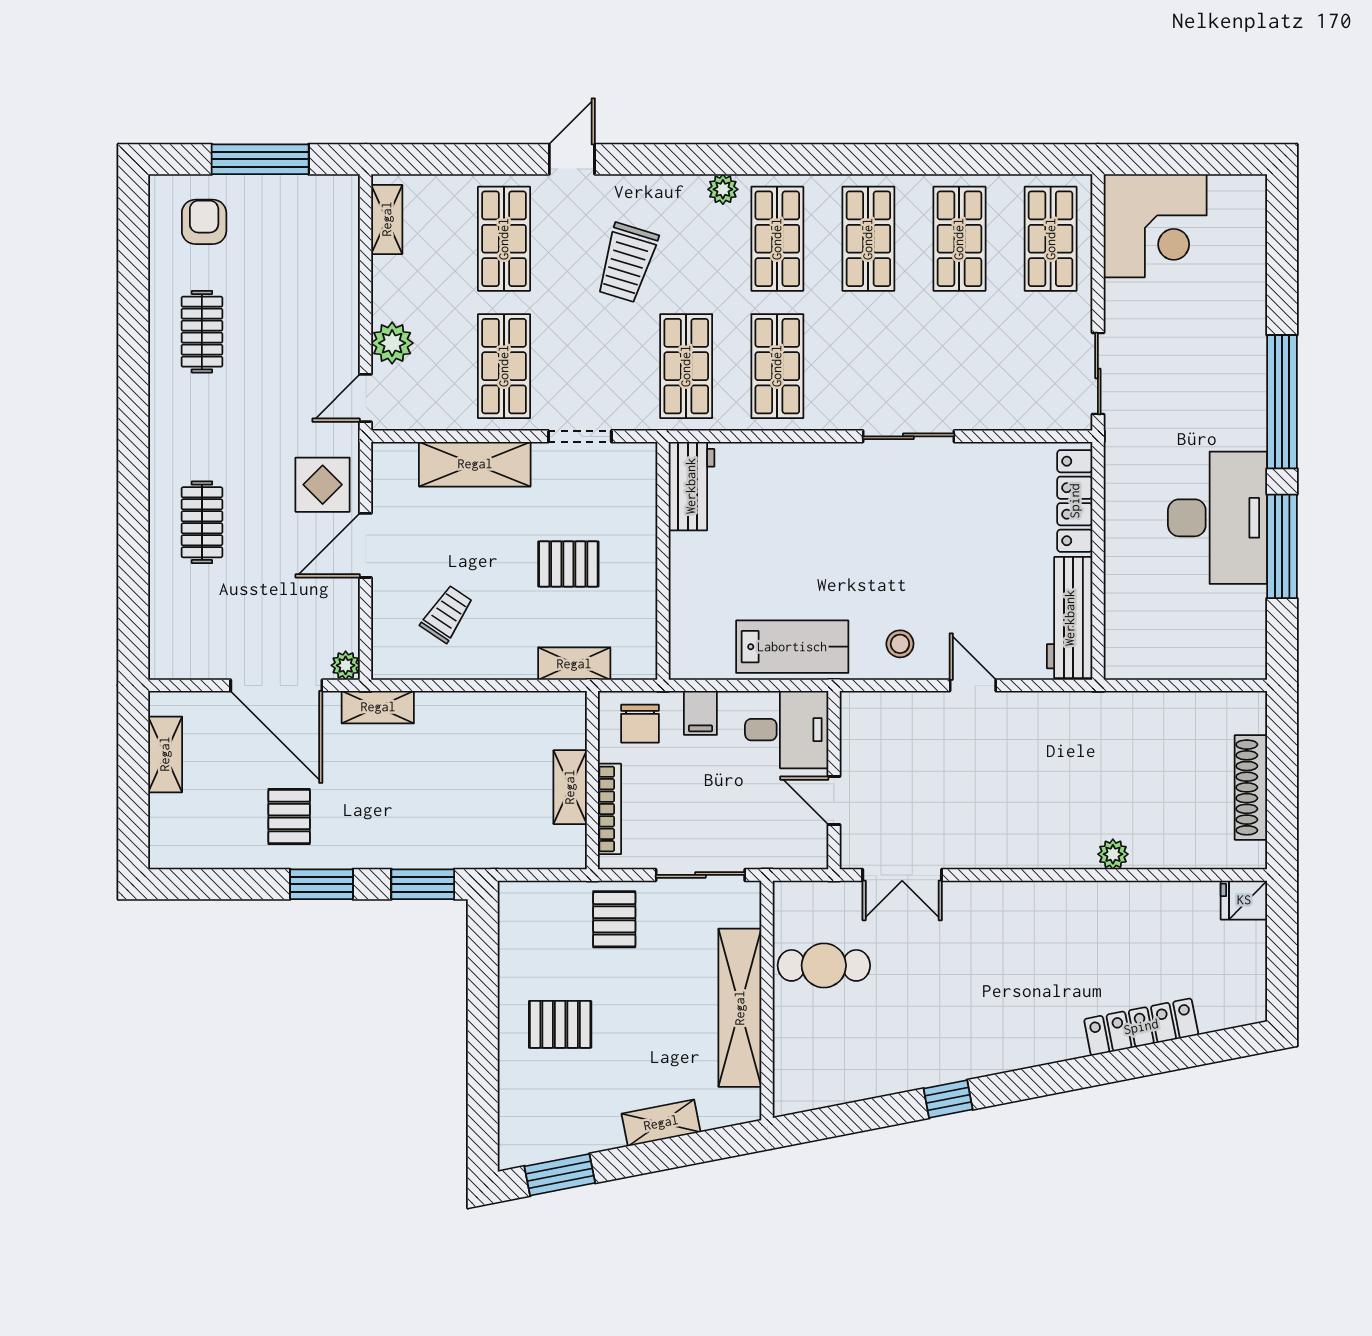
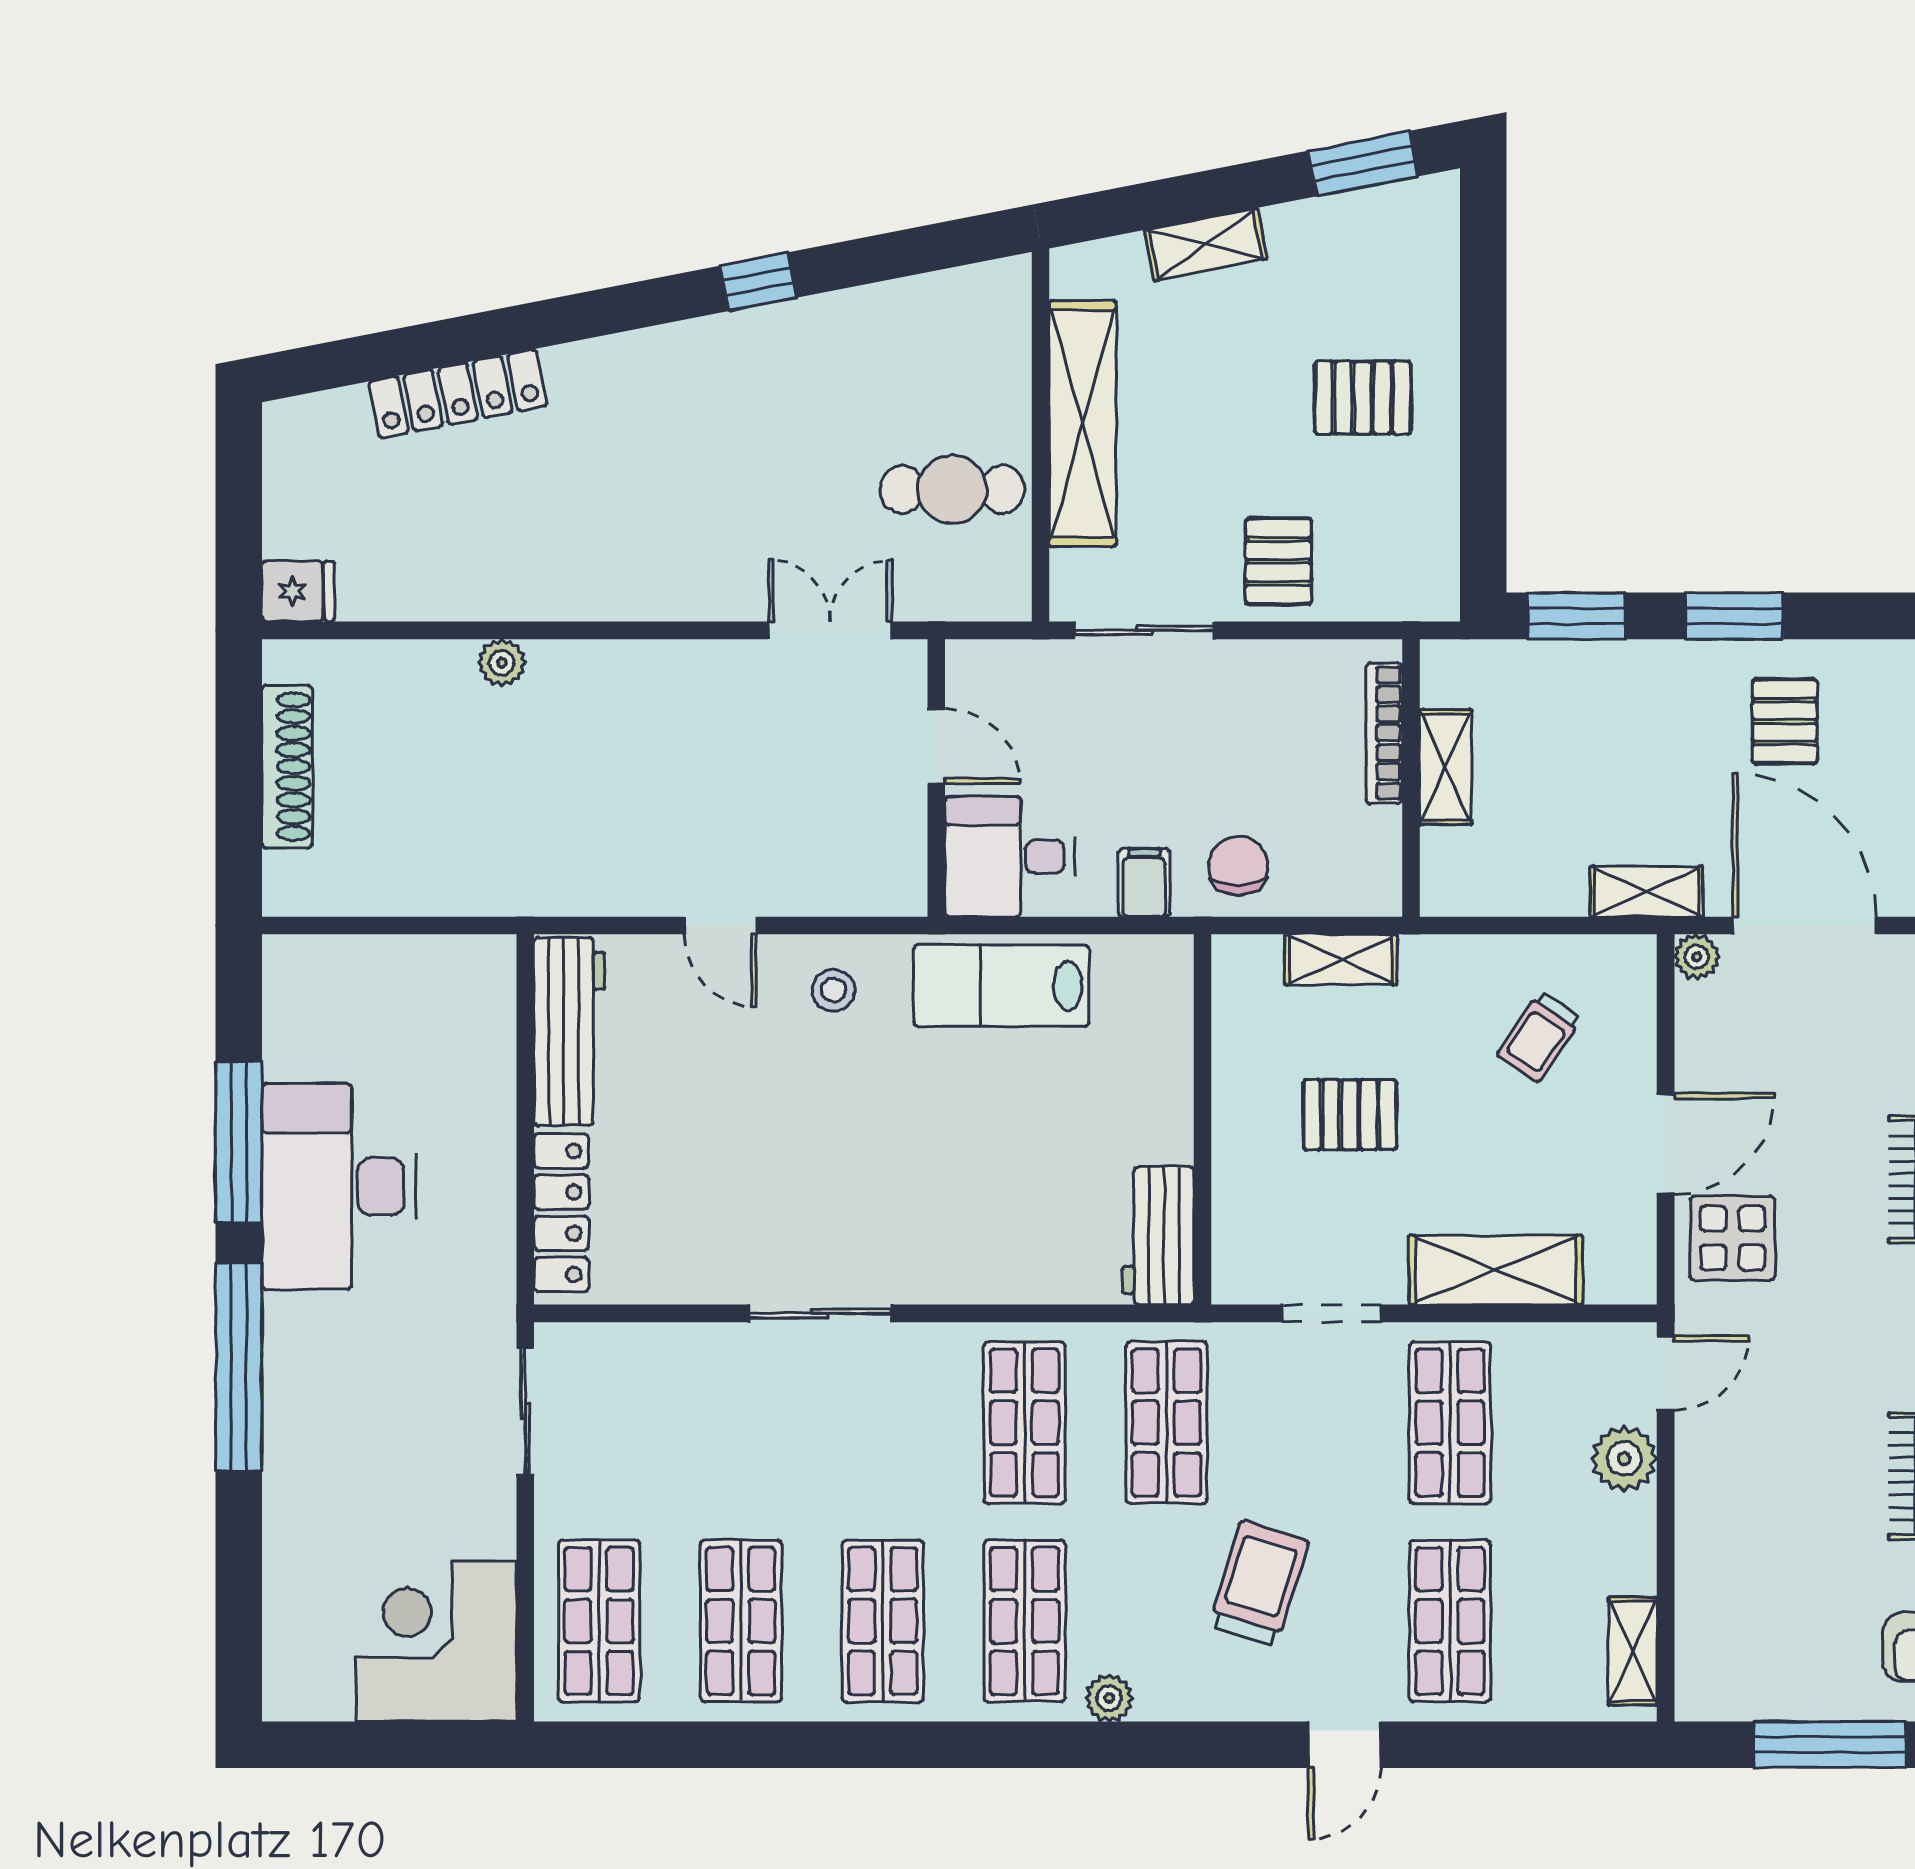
wall: (592, 780) -> (1411, 778), moved
shelving: (570, 787) -> (1446, 767), moved
bookcase: (609, 809) -> (1384, 733), moved

